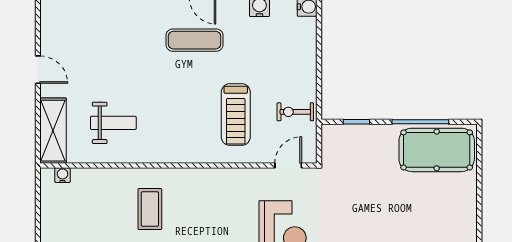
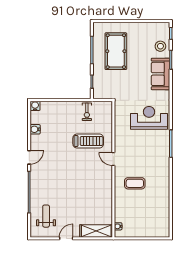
exercise mat: (194, 40) -> (52, 161), removed
weight bench: (113, 123) -> (46, 216), moved
pool table: (437, 150) -> (116, 51), moved
door: (288, 165) -> (113, 159), moved

